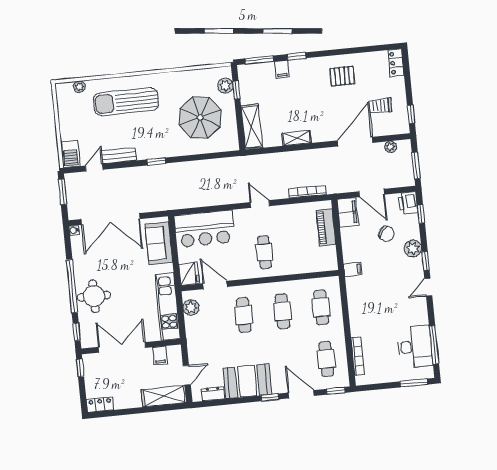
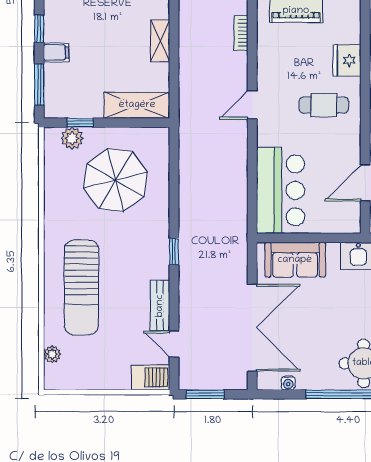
bookcase: (307, 192) -> (241, 33), width x0.64
water cooler: (74, 230) -> (288, 383), moved
fridge: (189, 274) -> (347, 60), moved, turned -90

